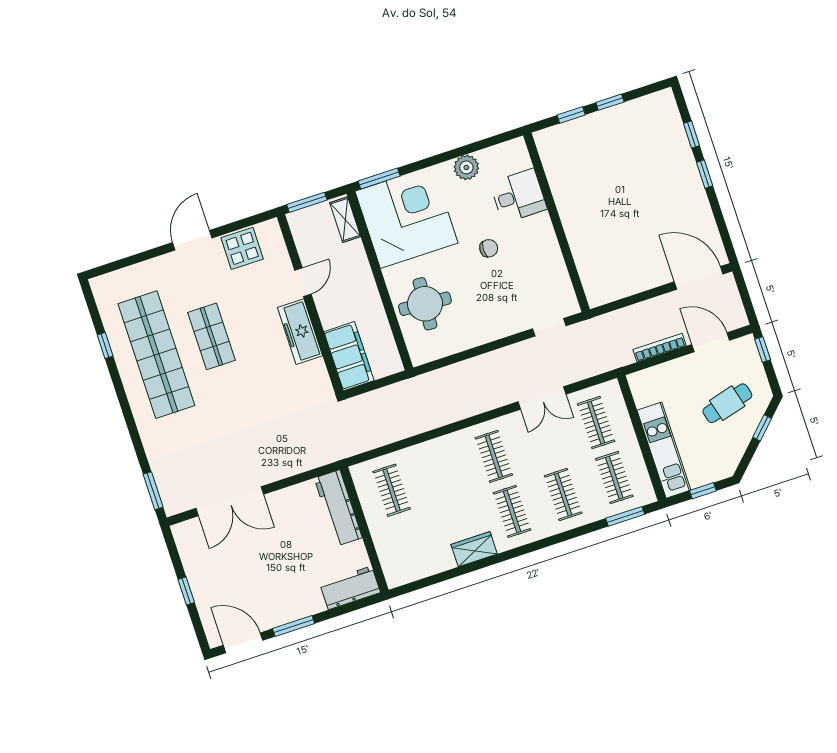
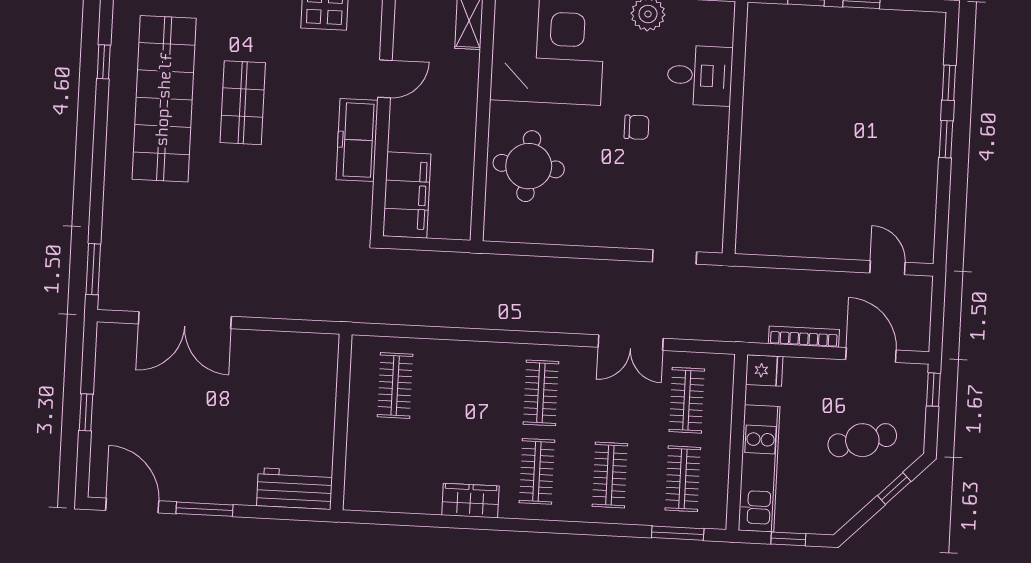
door: (699, 278) -> (887, 268), width x0.53
fridge: (641, 381) -> (764, 370), added
workbench: (338, 508) -> (319, 382), removed

